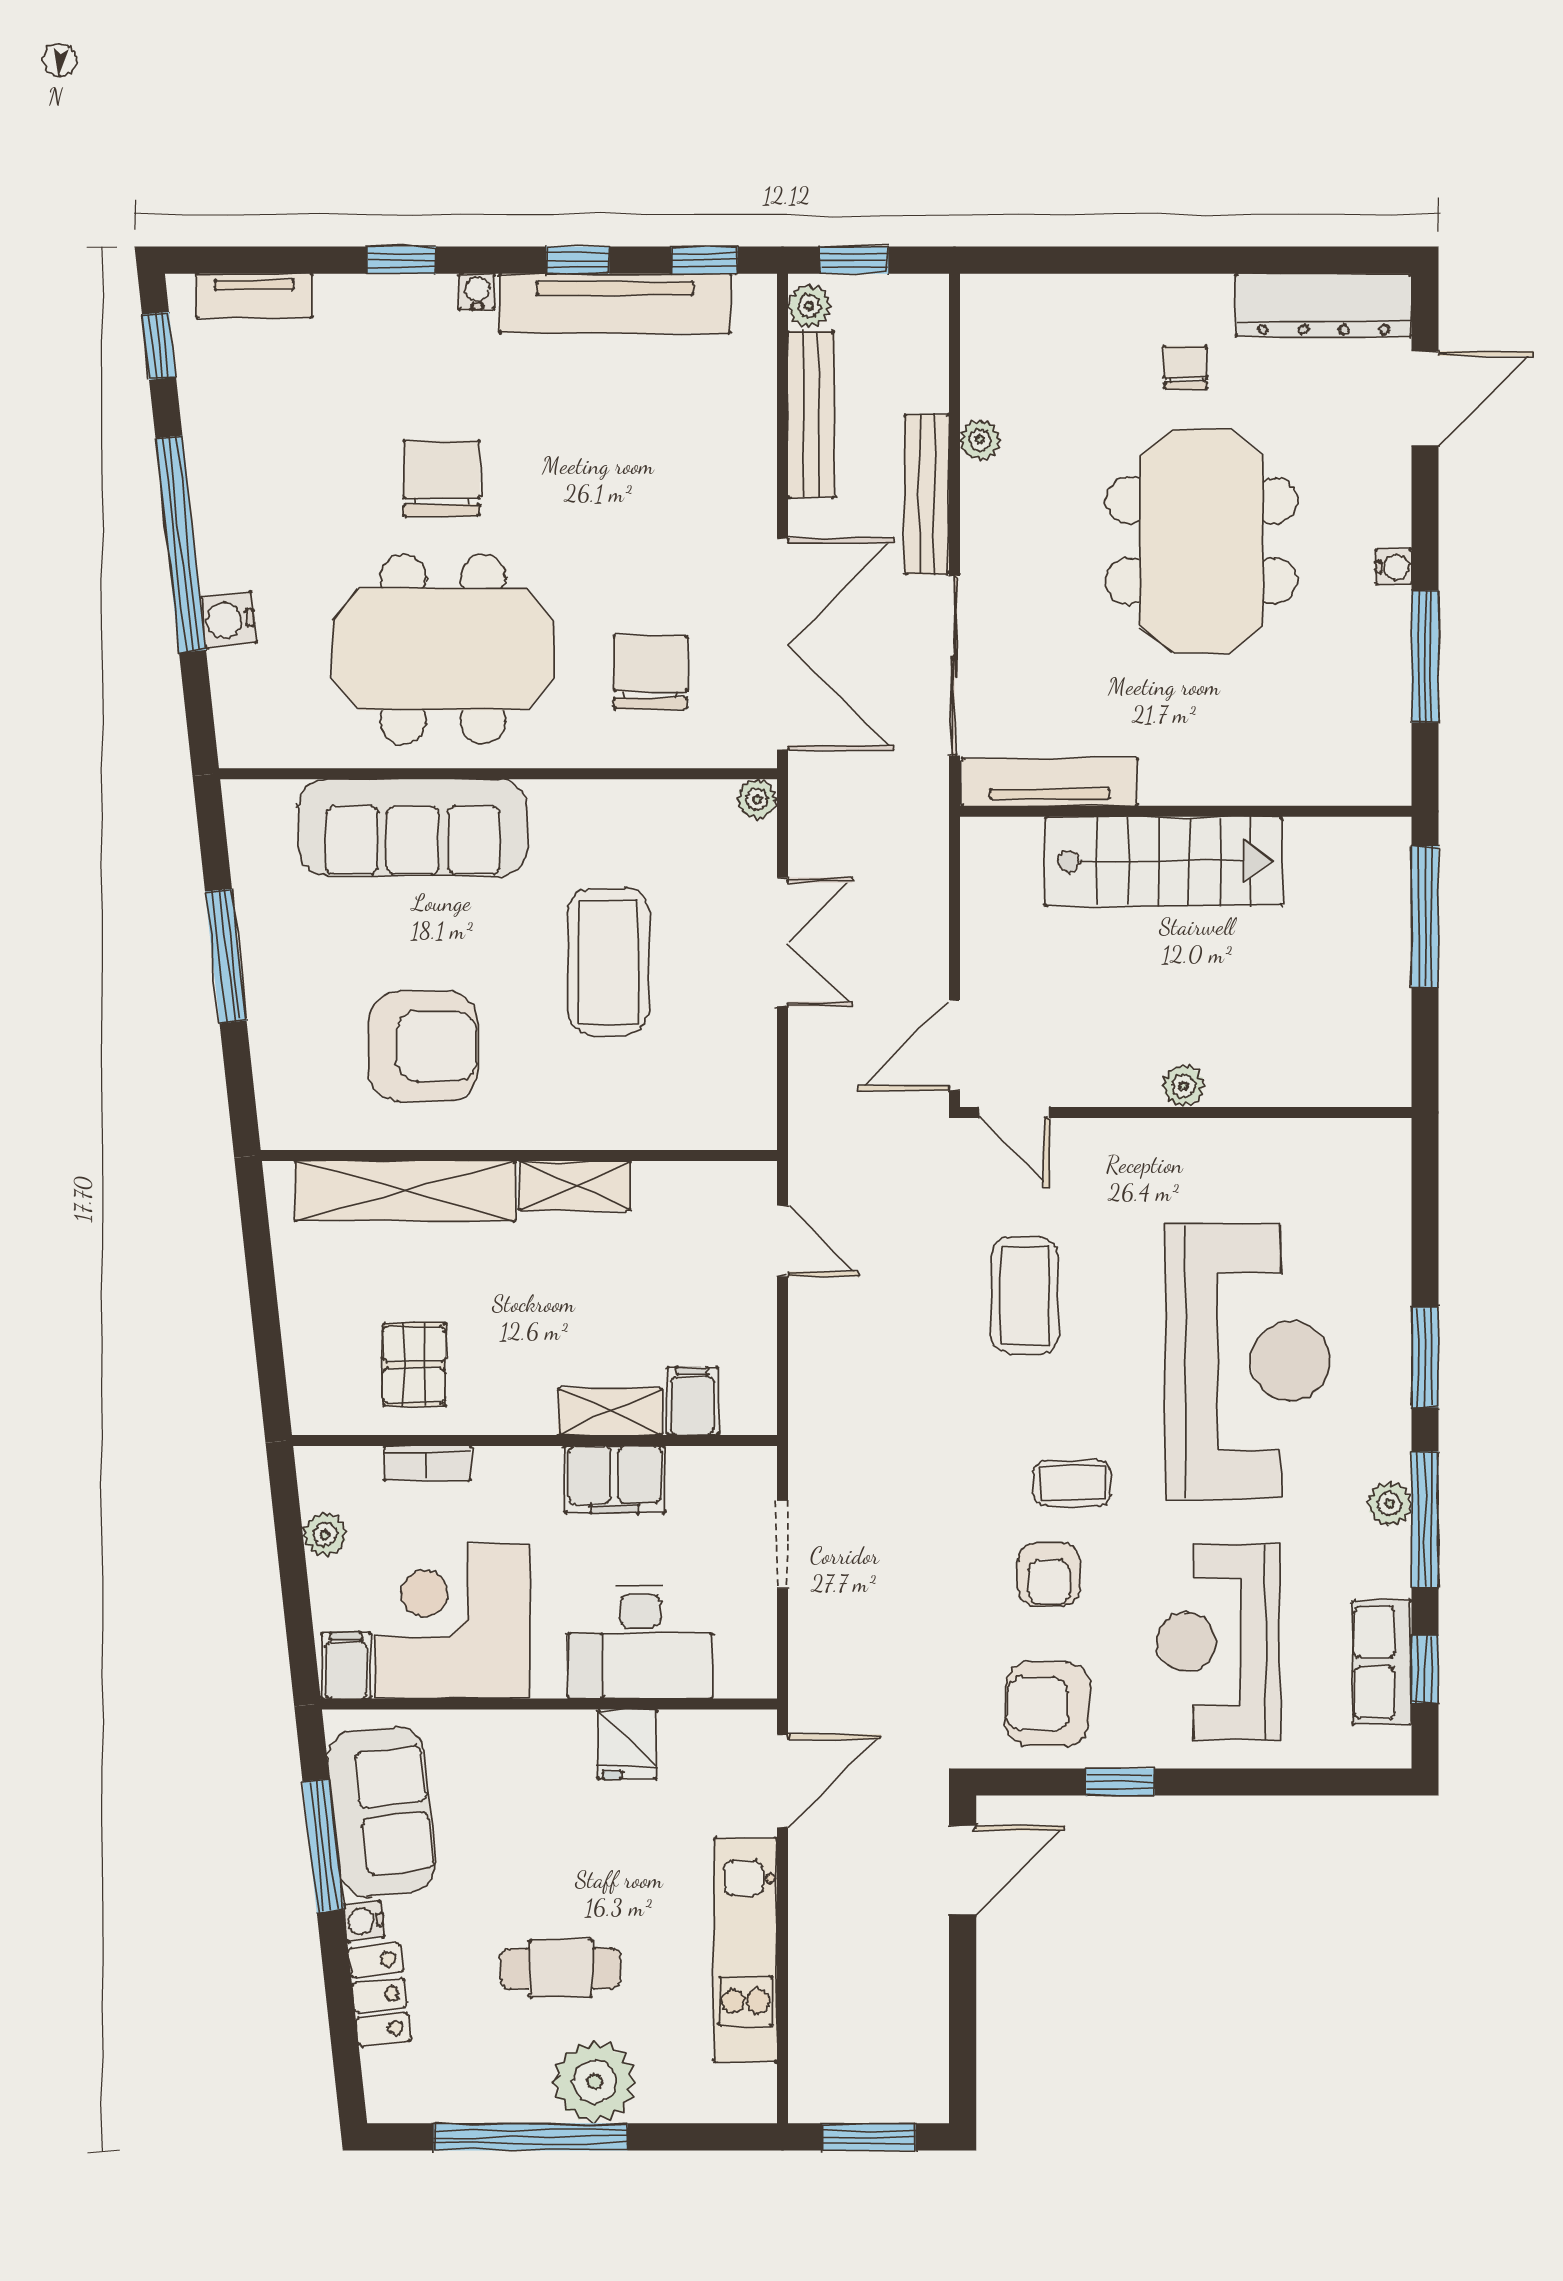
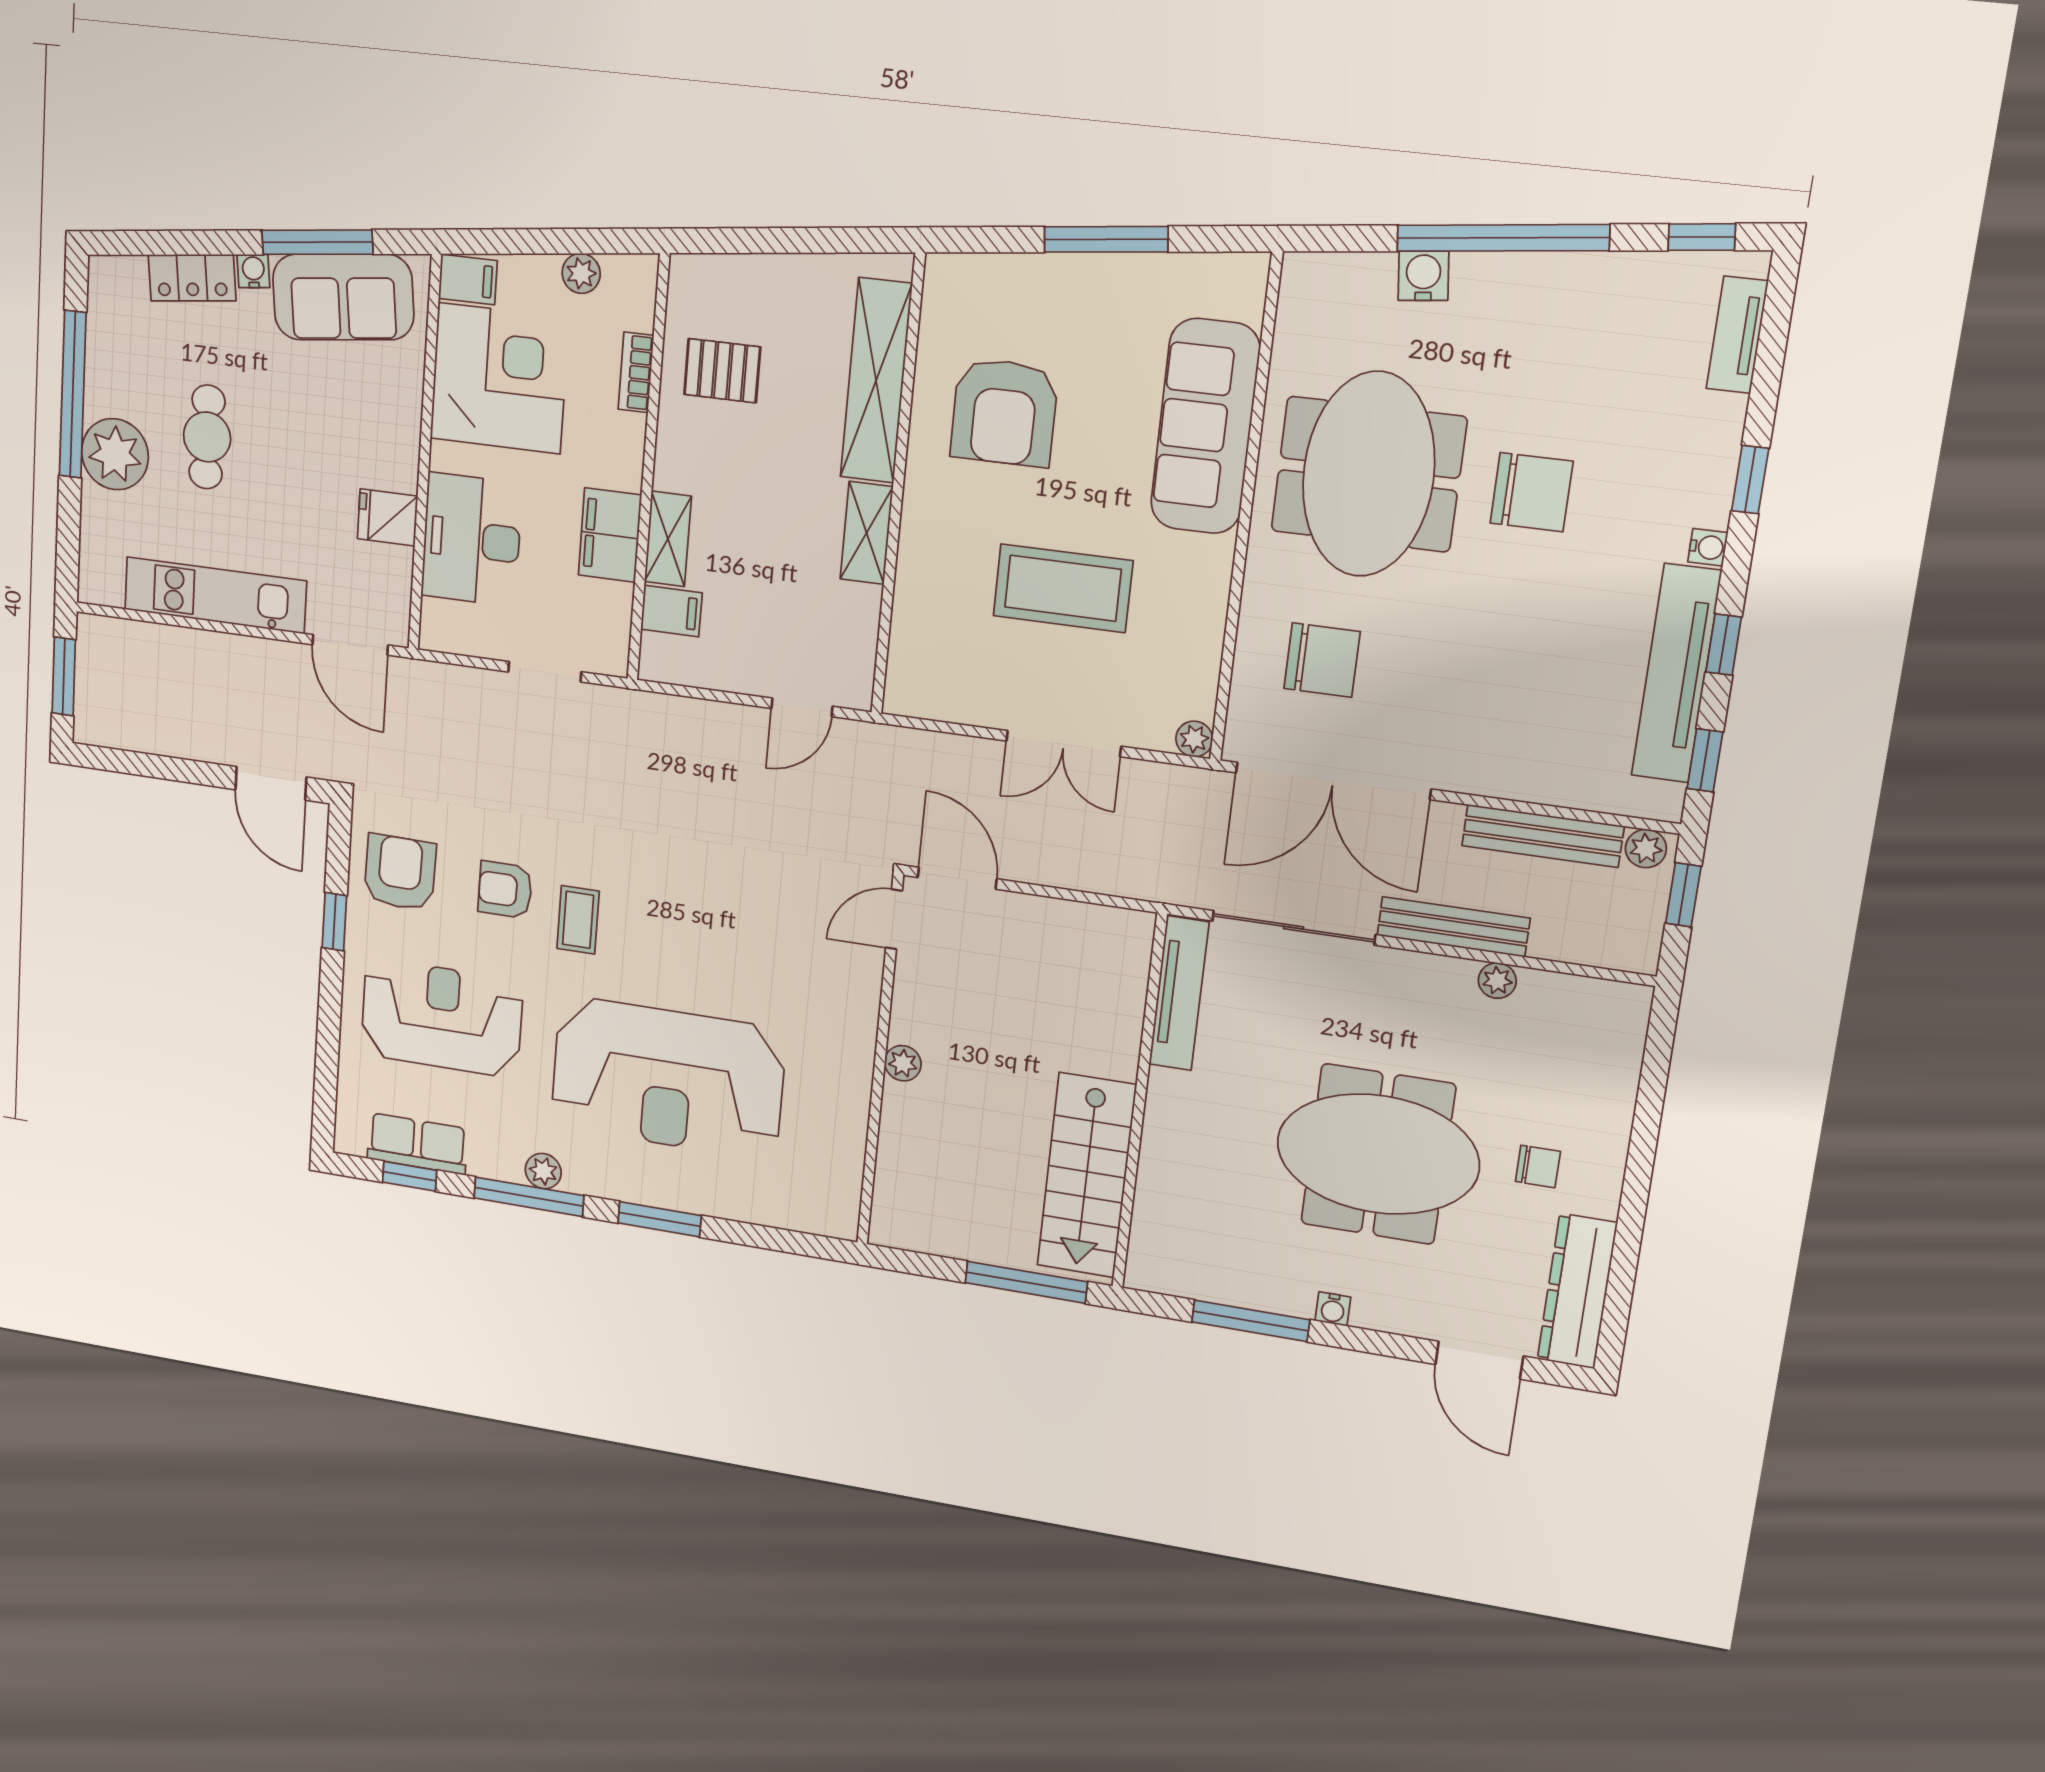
stairs: (1163, 861) -> (1087, 1175), moved
coffee table: (1025, 1296) -> (737, 905), removed

